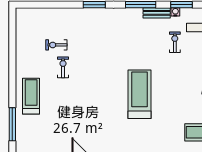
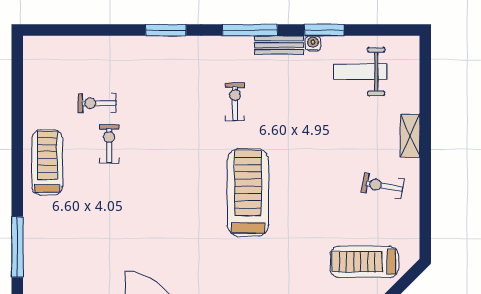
exercise bike: (175, 42) -> (235, 102), moved
treadmill: (31, 96) -> (47, 162), moved

